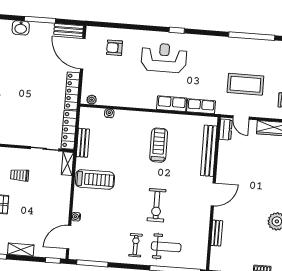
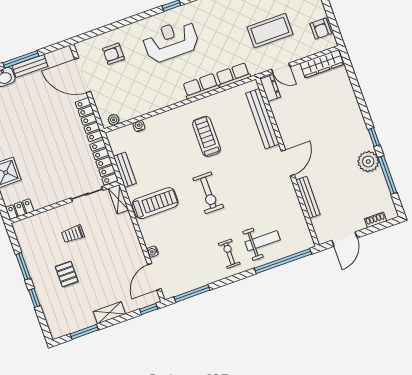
bench: (69, 30) -> (30, 66), moved
exercise bike: (157, 205) -> (208, 193), moved
bench: (217, 233) -> (308, 197), width x1.36

